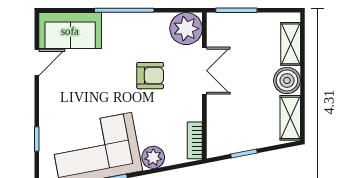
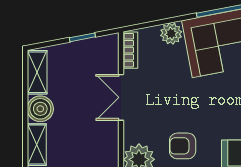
double door: (204, 71) -> (121, 97), moved
armchair: (150, 76) -> (183, 146), moved

